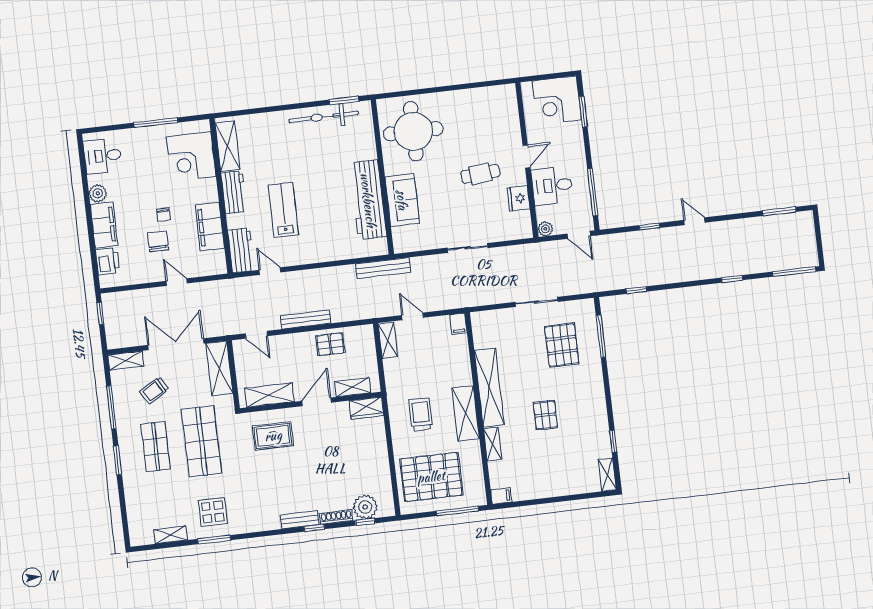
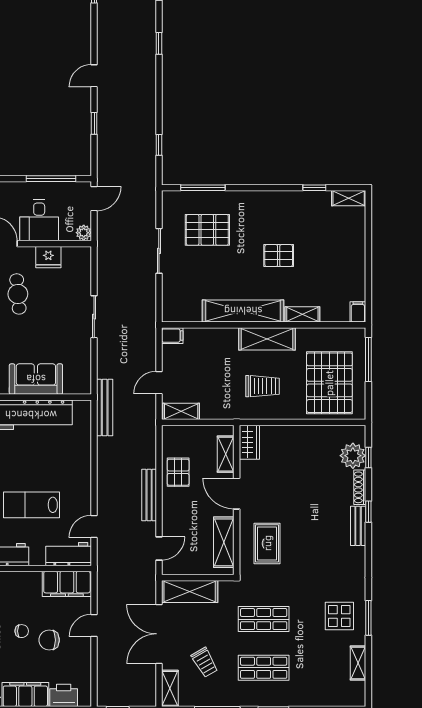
filing cabinet: (210, 227) -> (67, 584), moved
trolley: (421, 414) -> (263, 386), turned 180
shop shelf: (201, 441) -> (264, 619), width x0.70, depth x0.74

